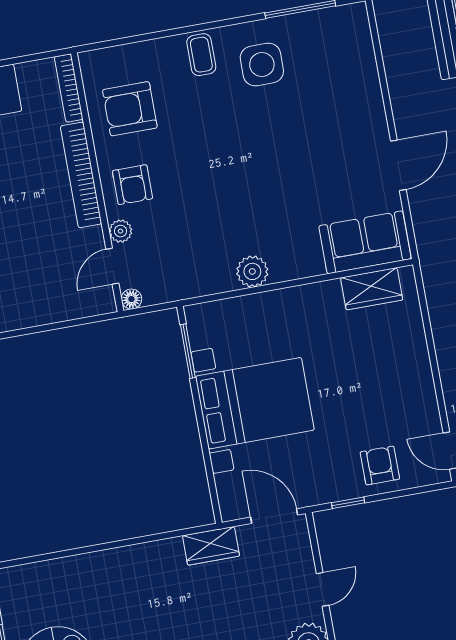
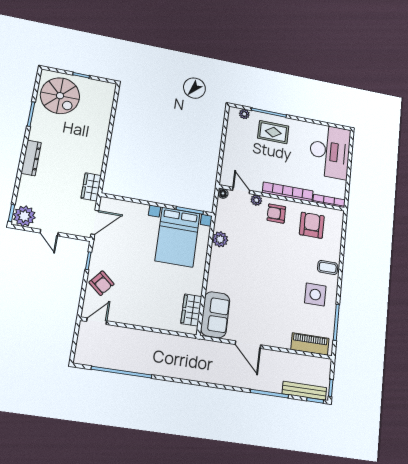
piano: (358, 49) -> (310, 344), added
plant: (252, 271) -> (220, 239), moved
bed with nightstands: (255, 403) -> (178, 237), moved
armchair: (380, 465) -> (102, 283), turned 40

